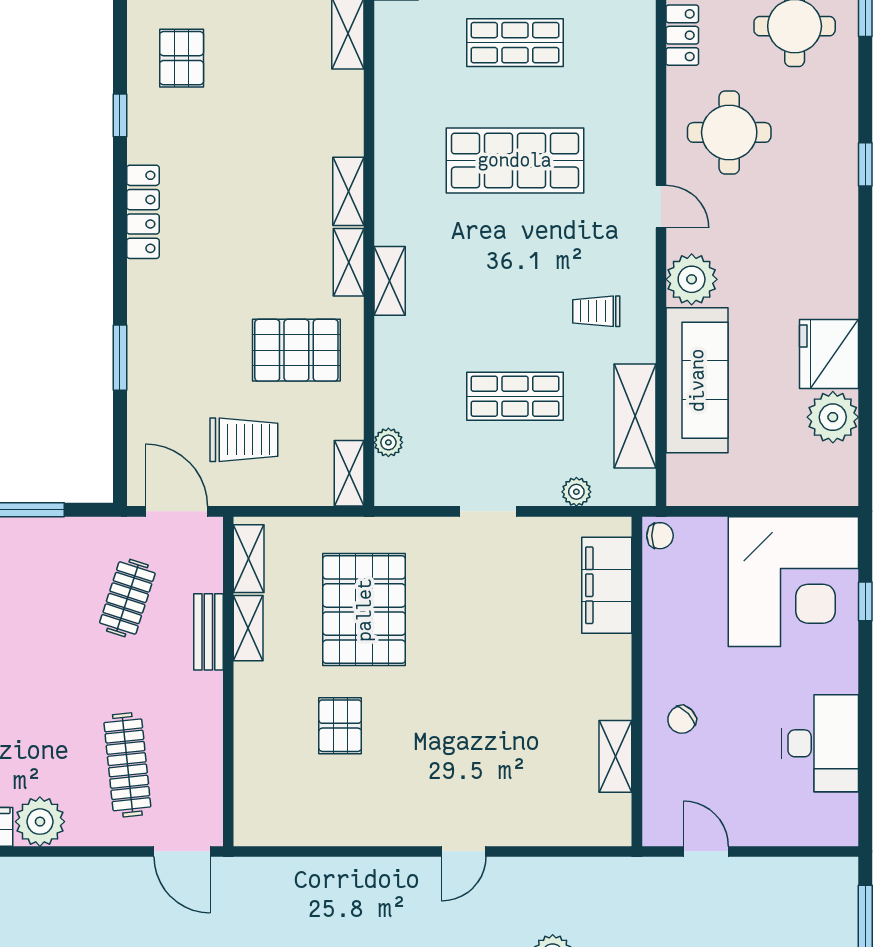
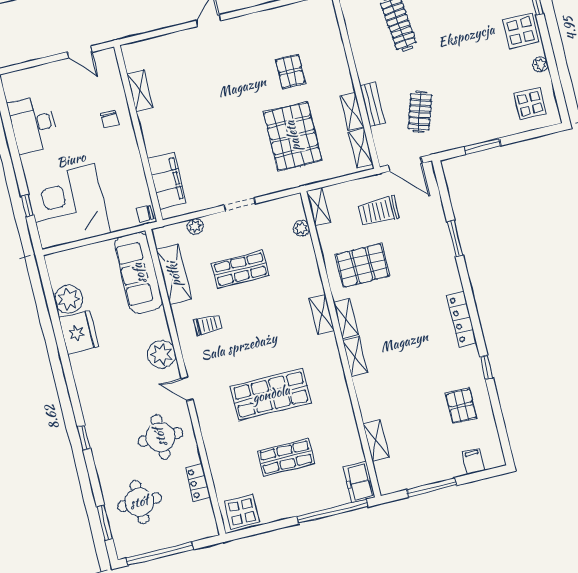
sofa: (697, 380) -> (139, 273), moved
chair: (682, 720) -> (110, 119), turned 134

